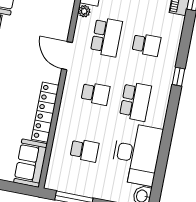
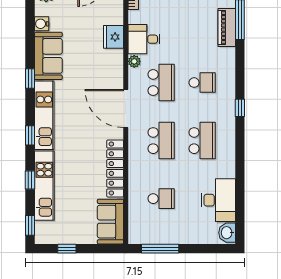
door: (67, 56) -> (126, 109), width x1.36
school desk: (95, 94) -> (161, 141), width x1.85
desk: (136, 154) -> (218, 200), width x0.73, depth x0.77

